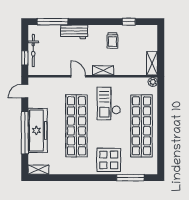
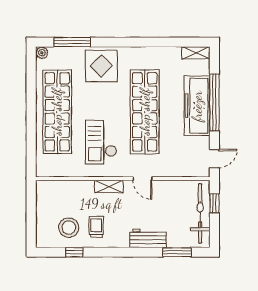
window: (53, 22) -> (177, 252), width x0.69
stool: (133, 40) -> (69, 228), added
bicycle: (33, 50) -> (200, 213), width x1.37, depth x1.40
shelving: (152, 63) -> (43, 196), removed
plant: (153, 82) -> (42, 53), moved
checkout: (109, 103) -> (101, 142), turned 180

